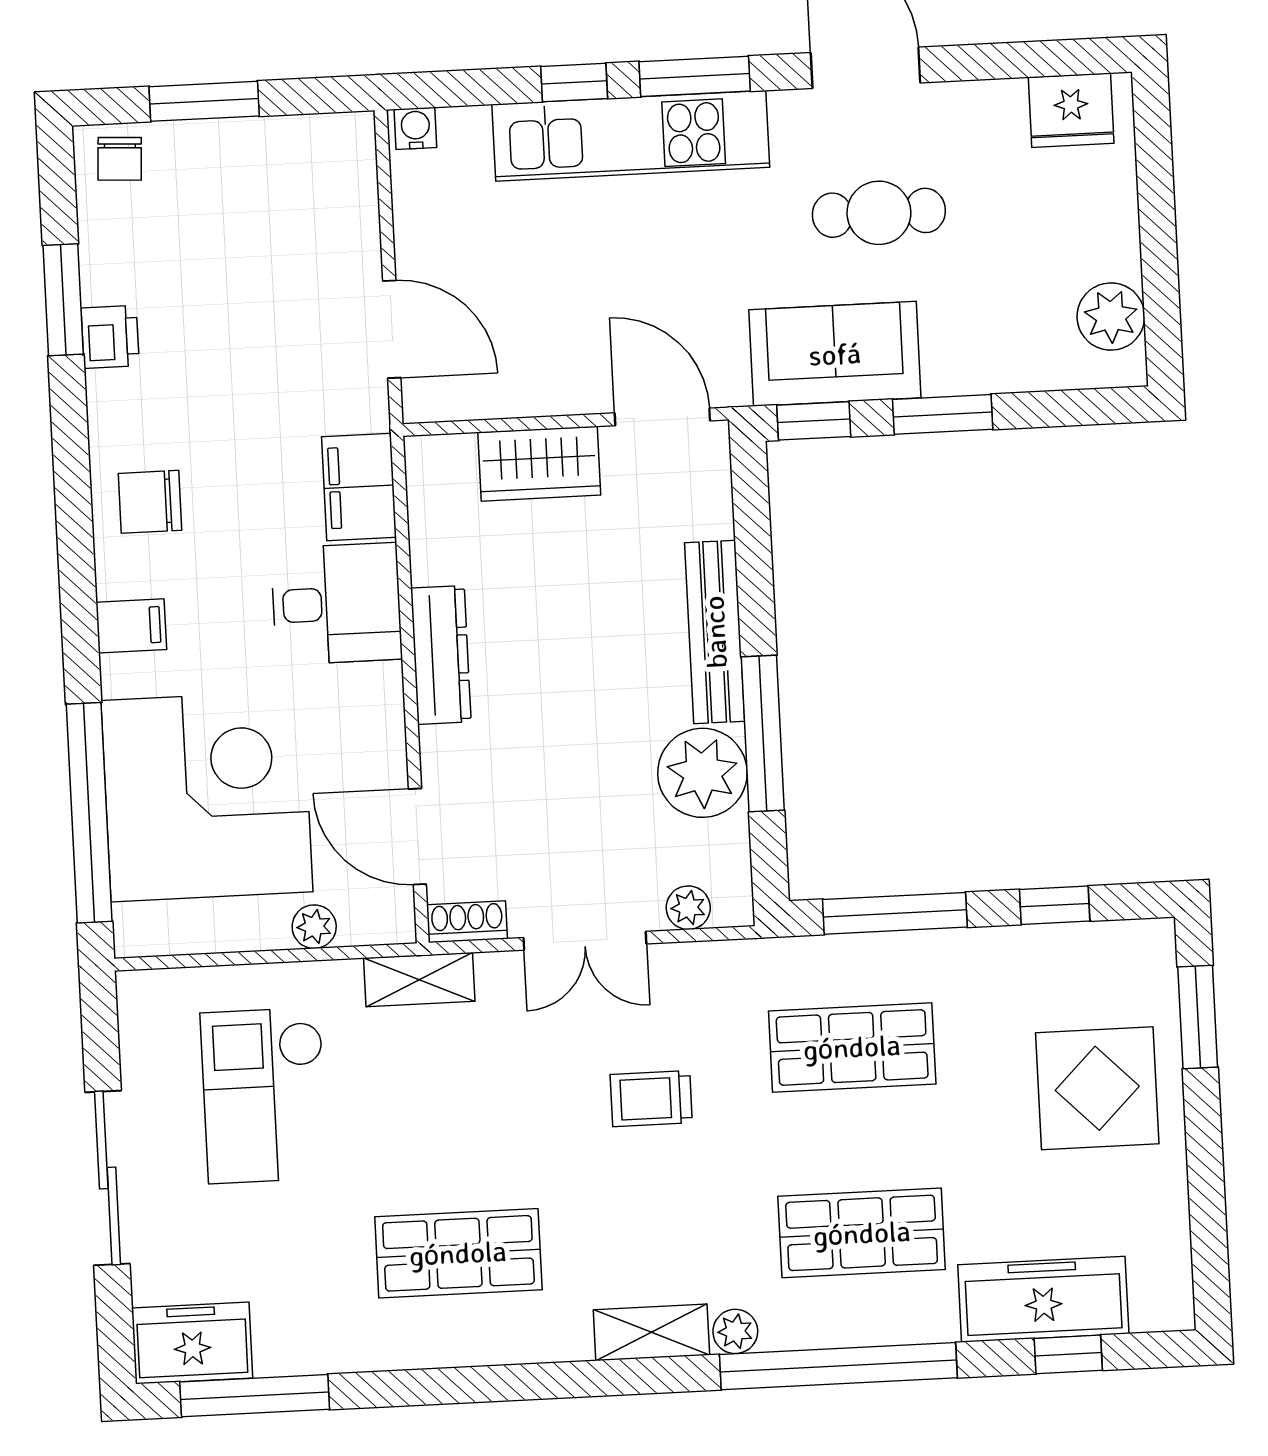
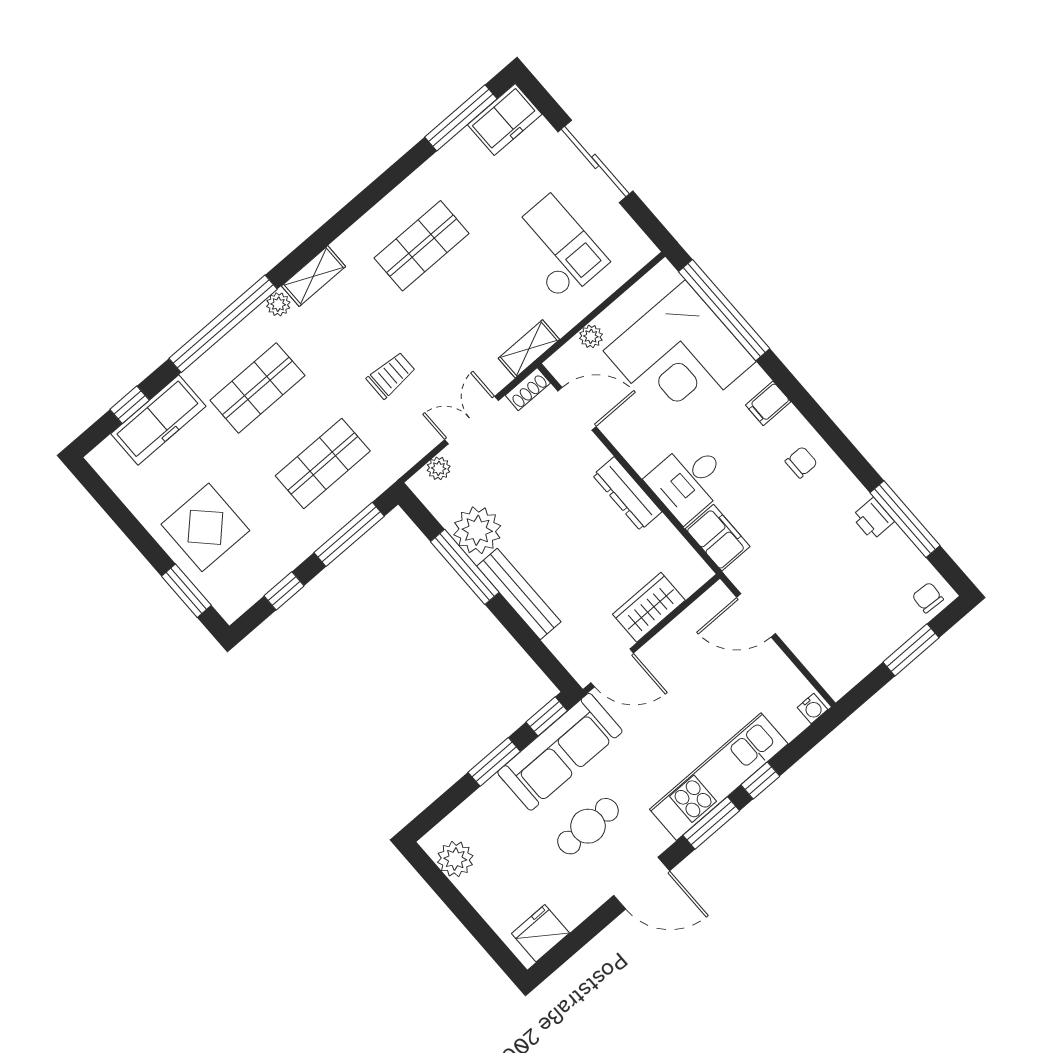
window: (63, 300) -> (905, 519), width x1.44
sofa: (835, 354) -> (560, 752), width x1.36
chair: (150, 502) -> (801, 462), width x0.73, depth x0.73

